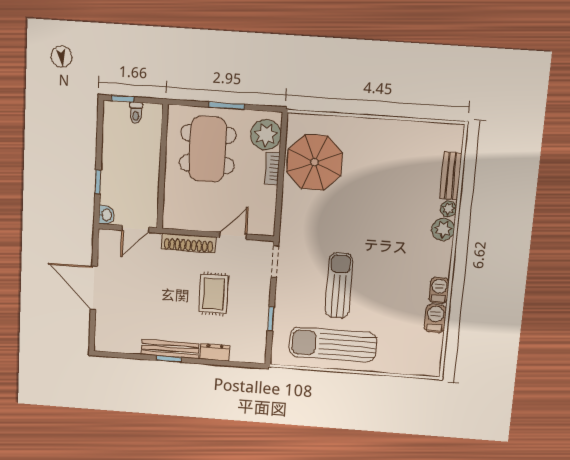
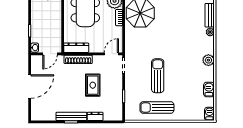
dresser: (186, 221) -> (76, 48), added
plant: (443, 229) -> (208, 60), moved
door: (233, 236) -> (111, 54), moved
door: (94, 288) -> (30, 87), swing flipped
barbecue: (439, 290) -> (209, 114), moved
sun lounger: (333, 345) -> (157, 108), width x0.73, depth x0.75

